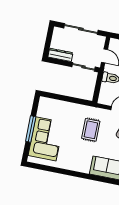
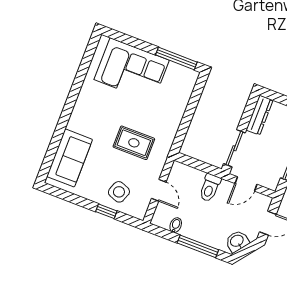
window: (31, 129) -> (176, 58), moved

